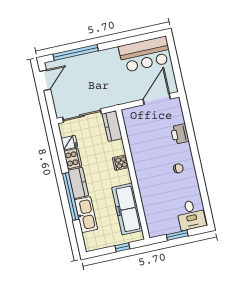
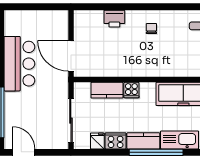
bar counter: (145, 54) -> (19, 64), moved
door: (157, 99) -> (71, 56), moved
kitchen counter: (112, 126) -> (107, 90), moved

